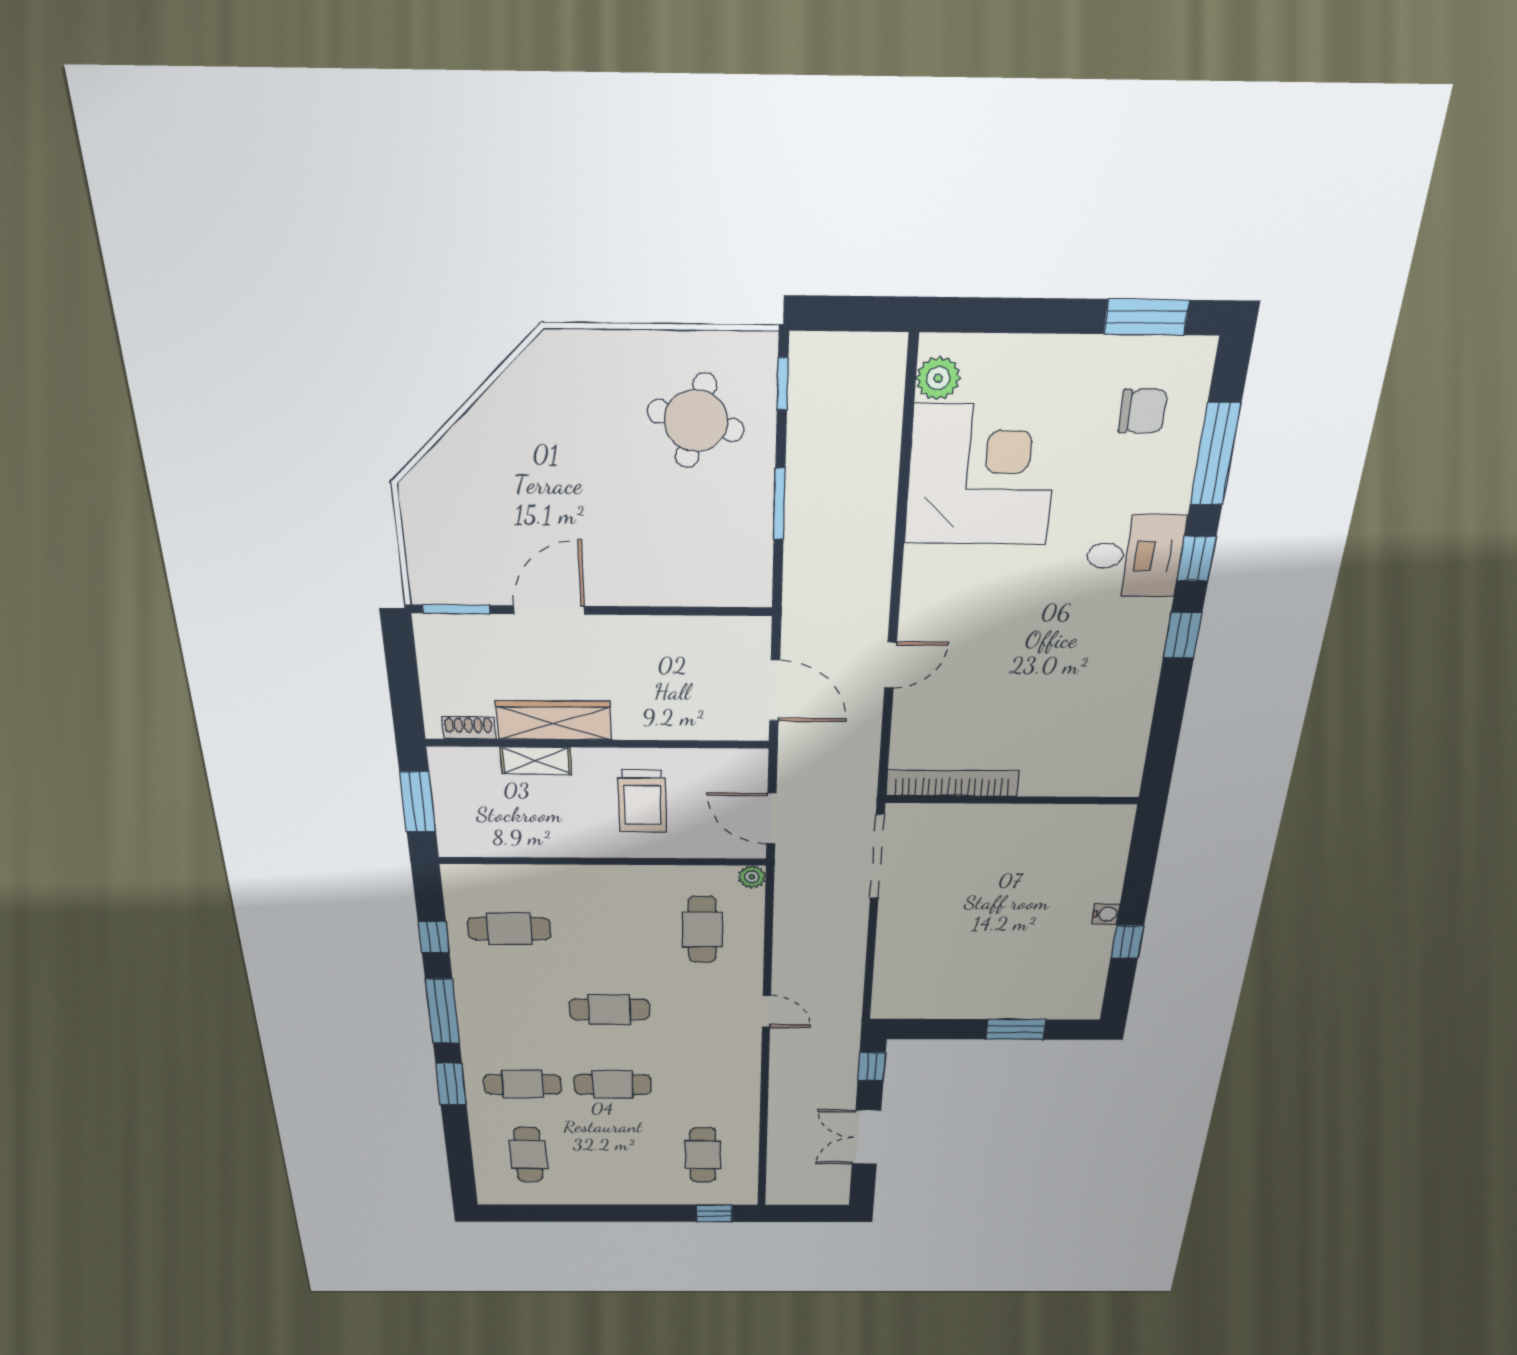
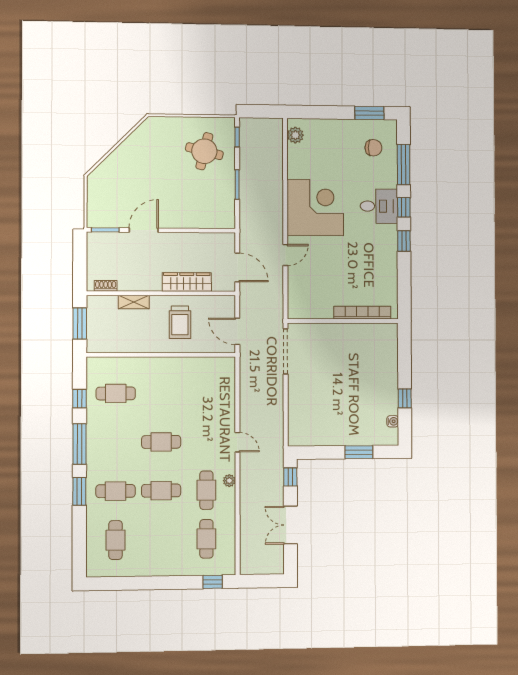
corner desk: (981, 476) -> (315, 207), moved
wardrobe: (554, 720) -> (187, 282), moved
bookcase: (952, 783) -> (362, 313), moved
plant: (752, 877) -> (229, 481), moved
water cooler: (1106, 914) -> (393, 421), moved
cafe table: (702, 930) -> (206, 490), moved

